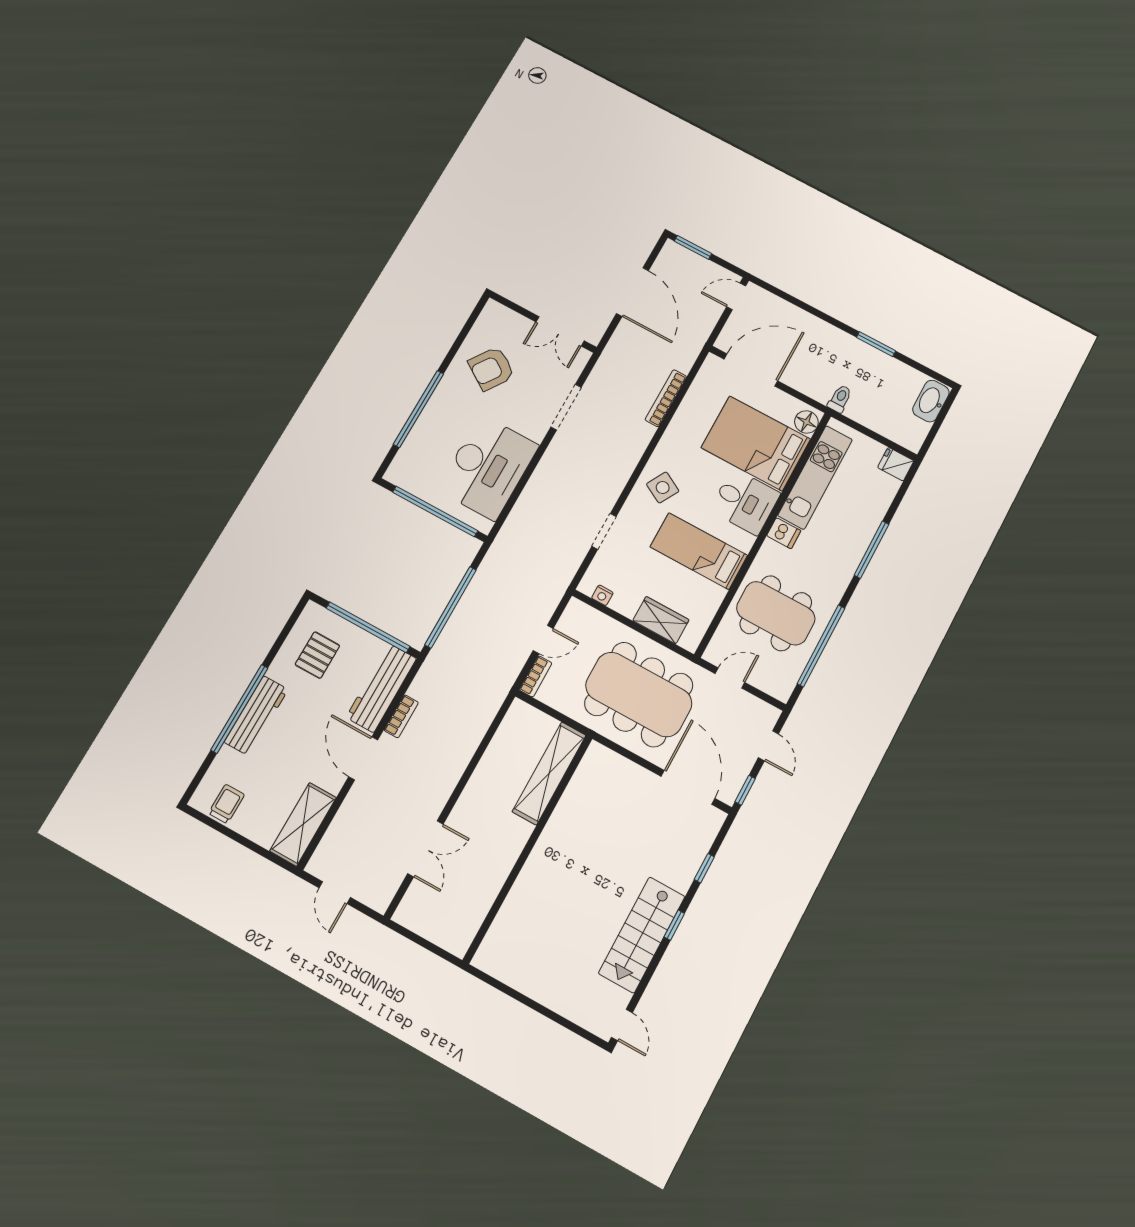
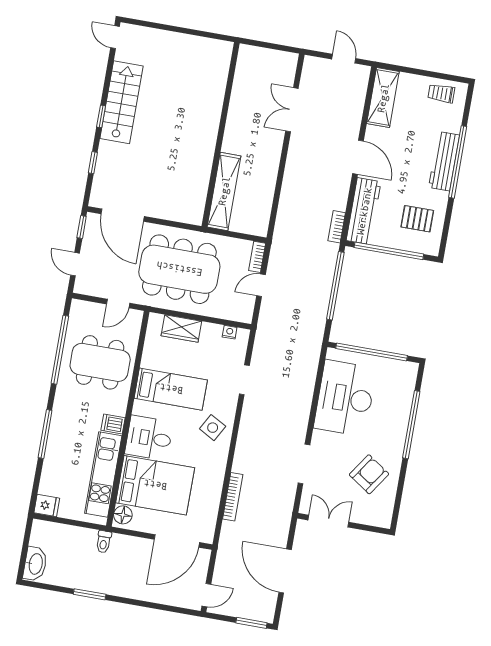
pallet: (317, 655) -> (417, 219), turned 90
bookcase: (401, 716) -> (337, 227), moved
trolley: (226, 804) -> (441, 93), turned 90

